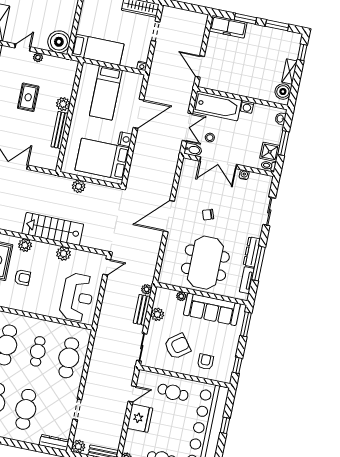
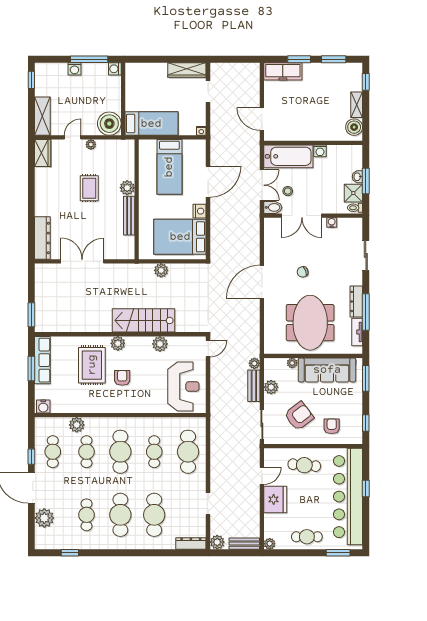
washbasin: (280, 119) -> (357, 177), moved
armchair: (22, 278) -> (122, 378), turned -90

